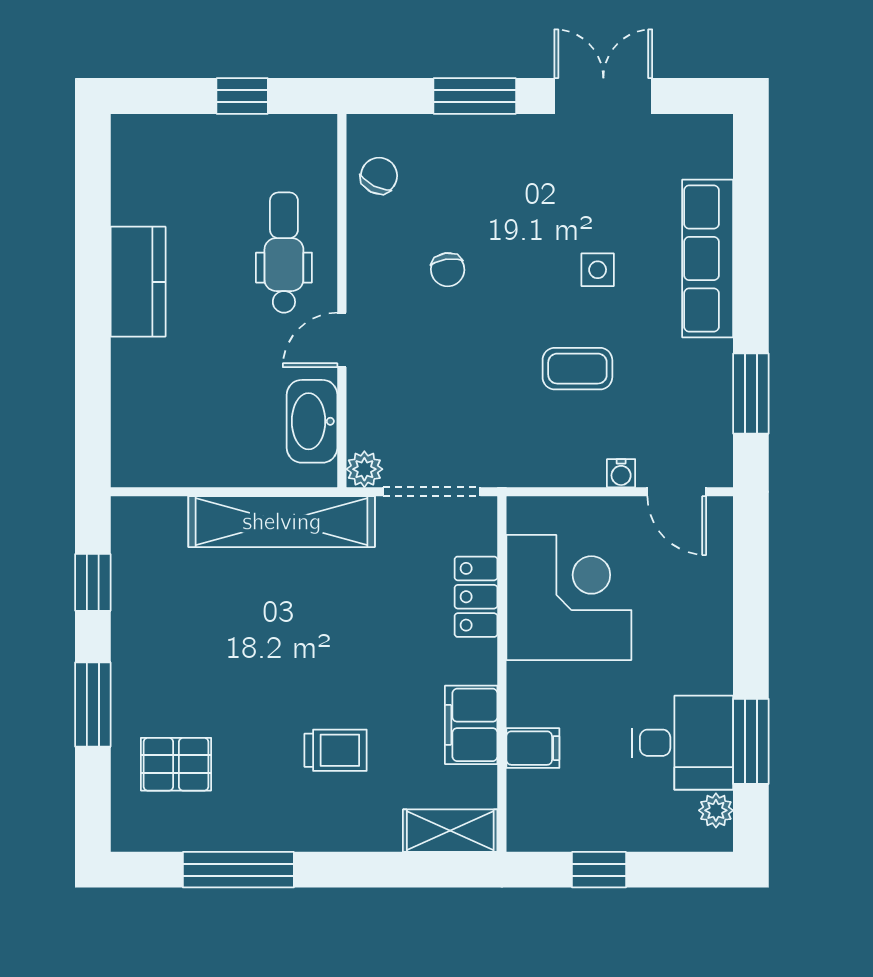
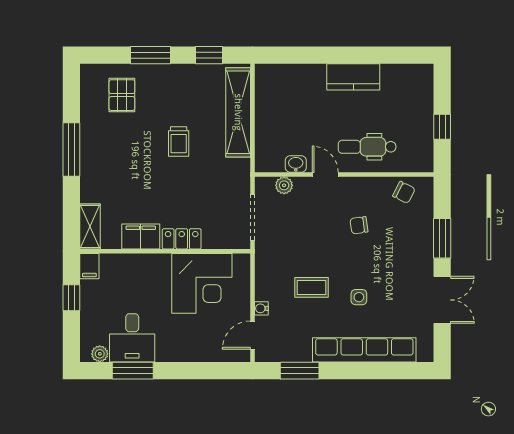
dental chair: (284, 253) -> (367, 147), turned 180
row of seats: (708, 259) -> (364, 350), width x1.36
coffee table: (577, 369) -> (312, 287), turned 90
washbasin: (312, 421) -> (296, 164), width x0.52, depth x0.69
plant: (364, 469) -> (284, 185), moved
shelving: (282, 522) -> (238, 112), moved
locker: (476, 597) -> (182, 239), moved
filing cabinet: (533, 748) -> (89, 266), moved
trolley: (336, 750) -> (179, 141), moved
window: (238, 870) -> (71, 149), moved

